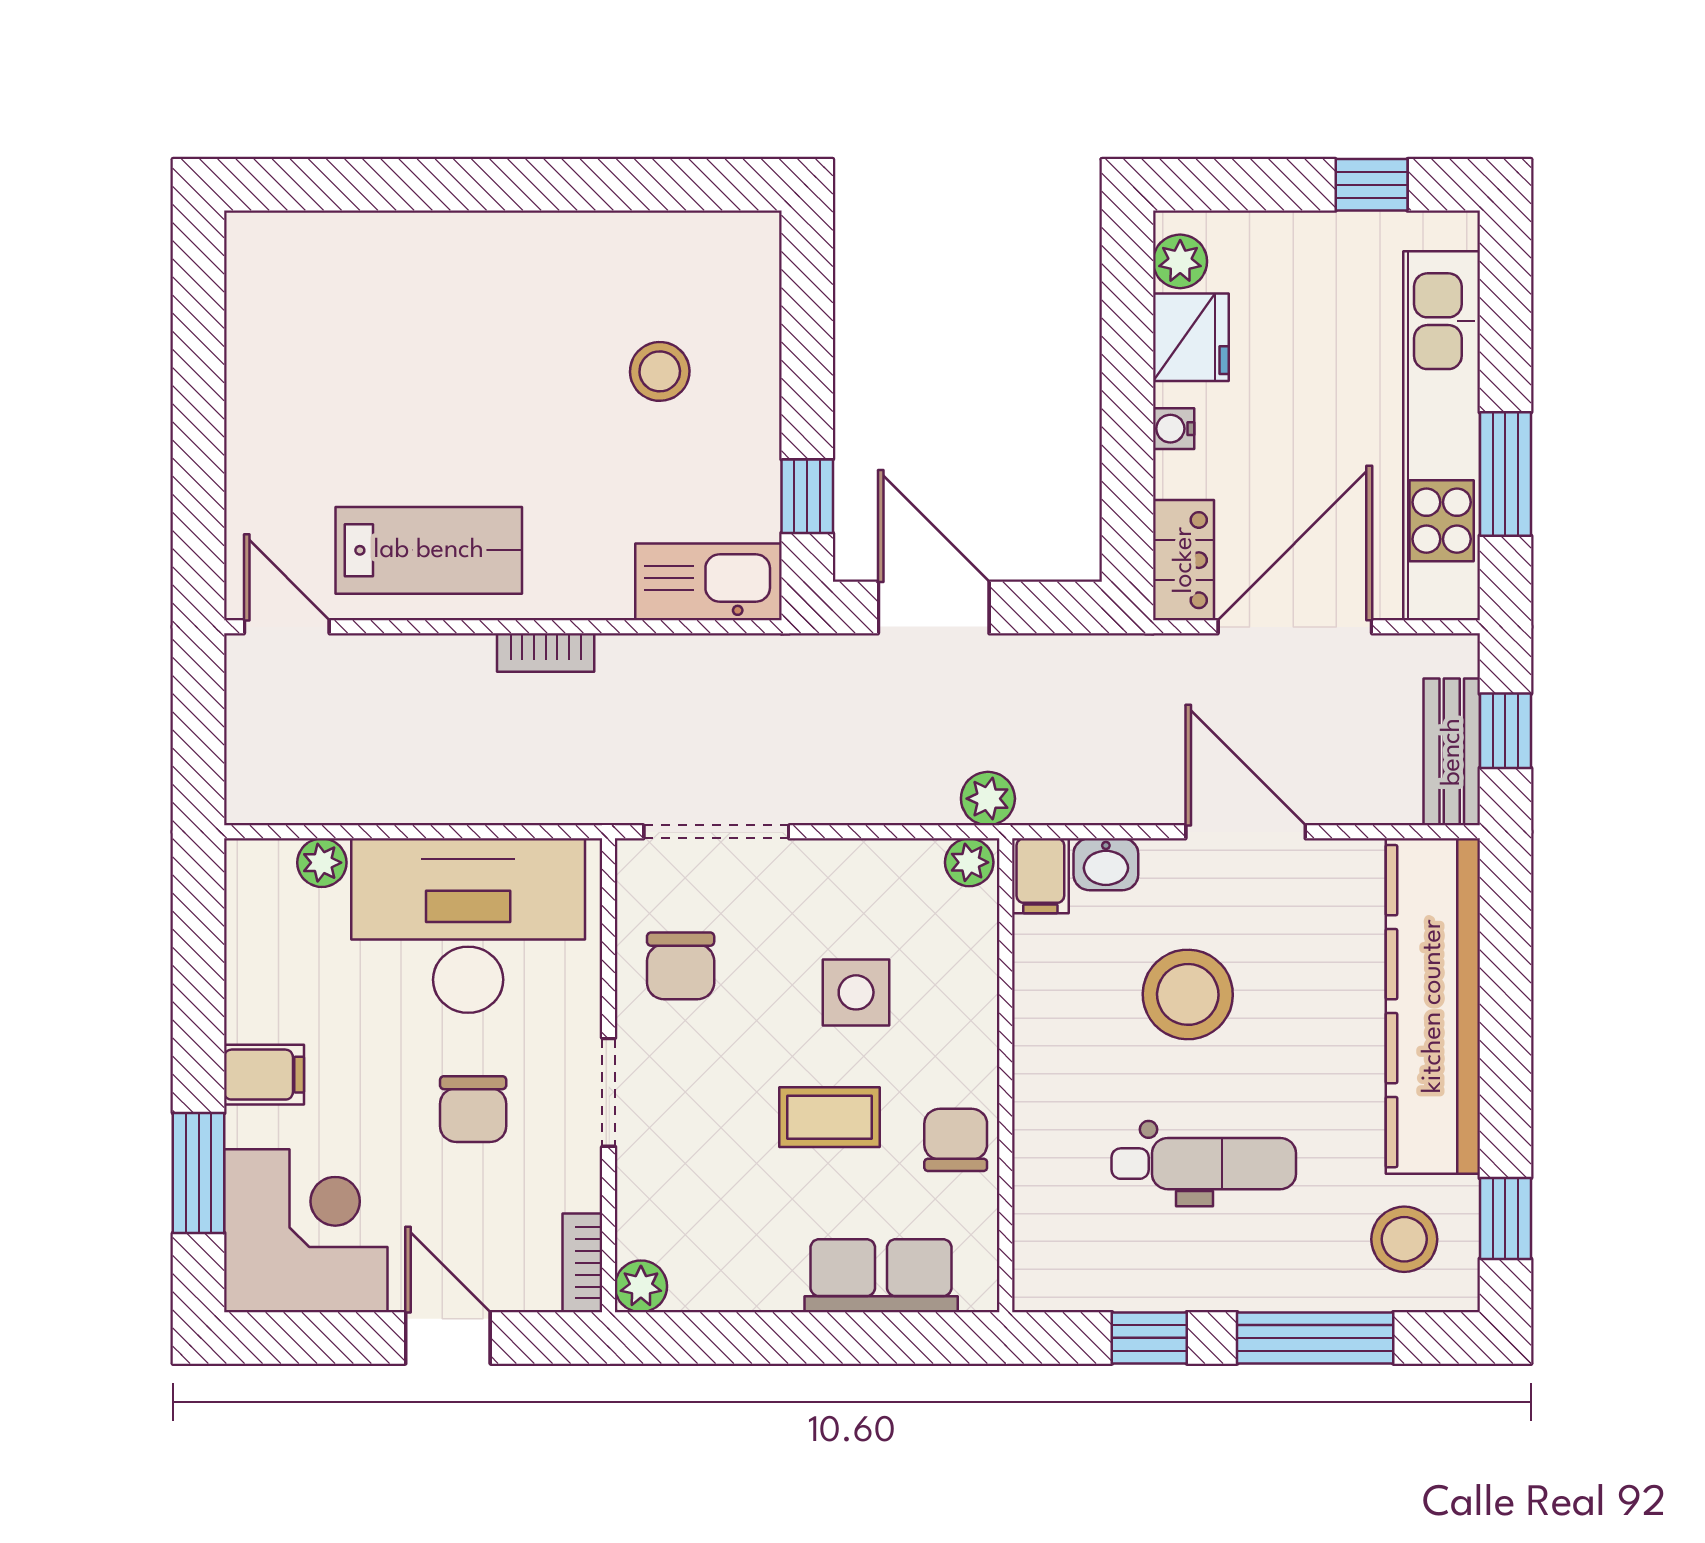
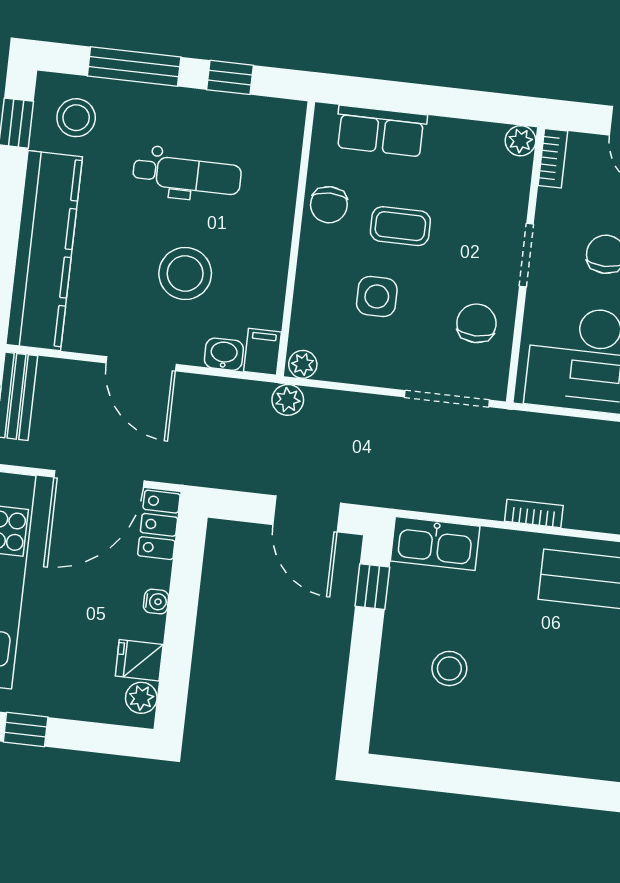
fridge: (1191, 337) -> (139, 660), width x0.72
dental chair: (1204, 1164) -> (187, 175), turned 180

